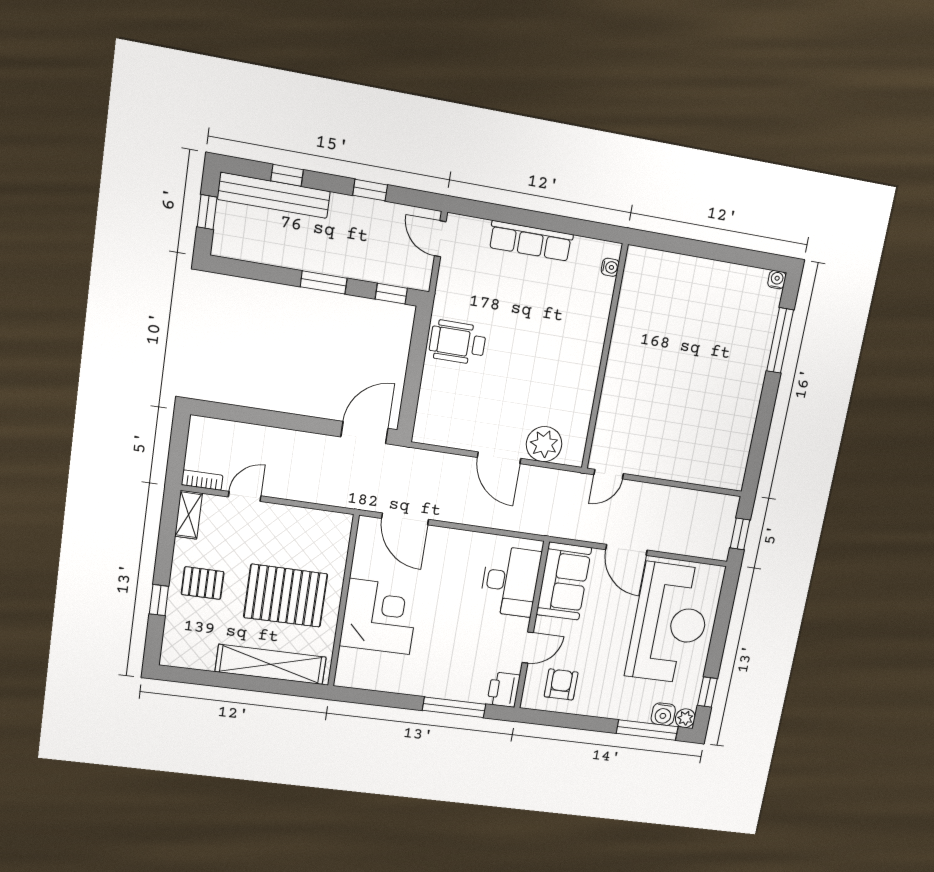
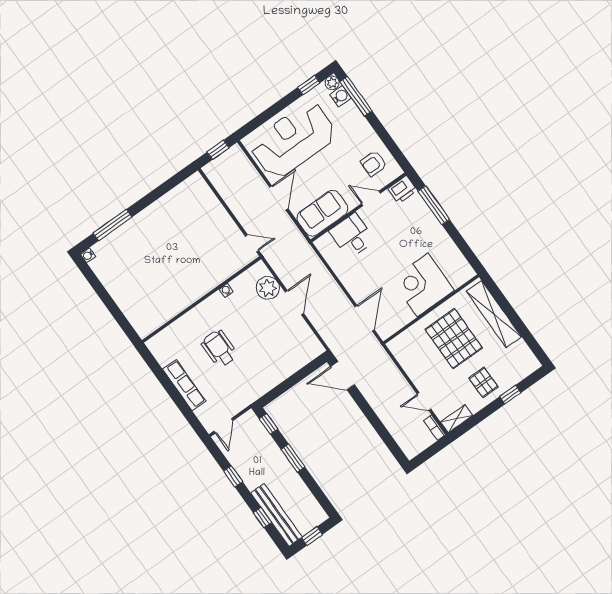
water cooler: (610, 267) -> (226, 290), moved
wheelchair: (458, 342) -> (219, 348), moved, turned 180
desk: (510, 581) -> (352, 236), width x0.73

